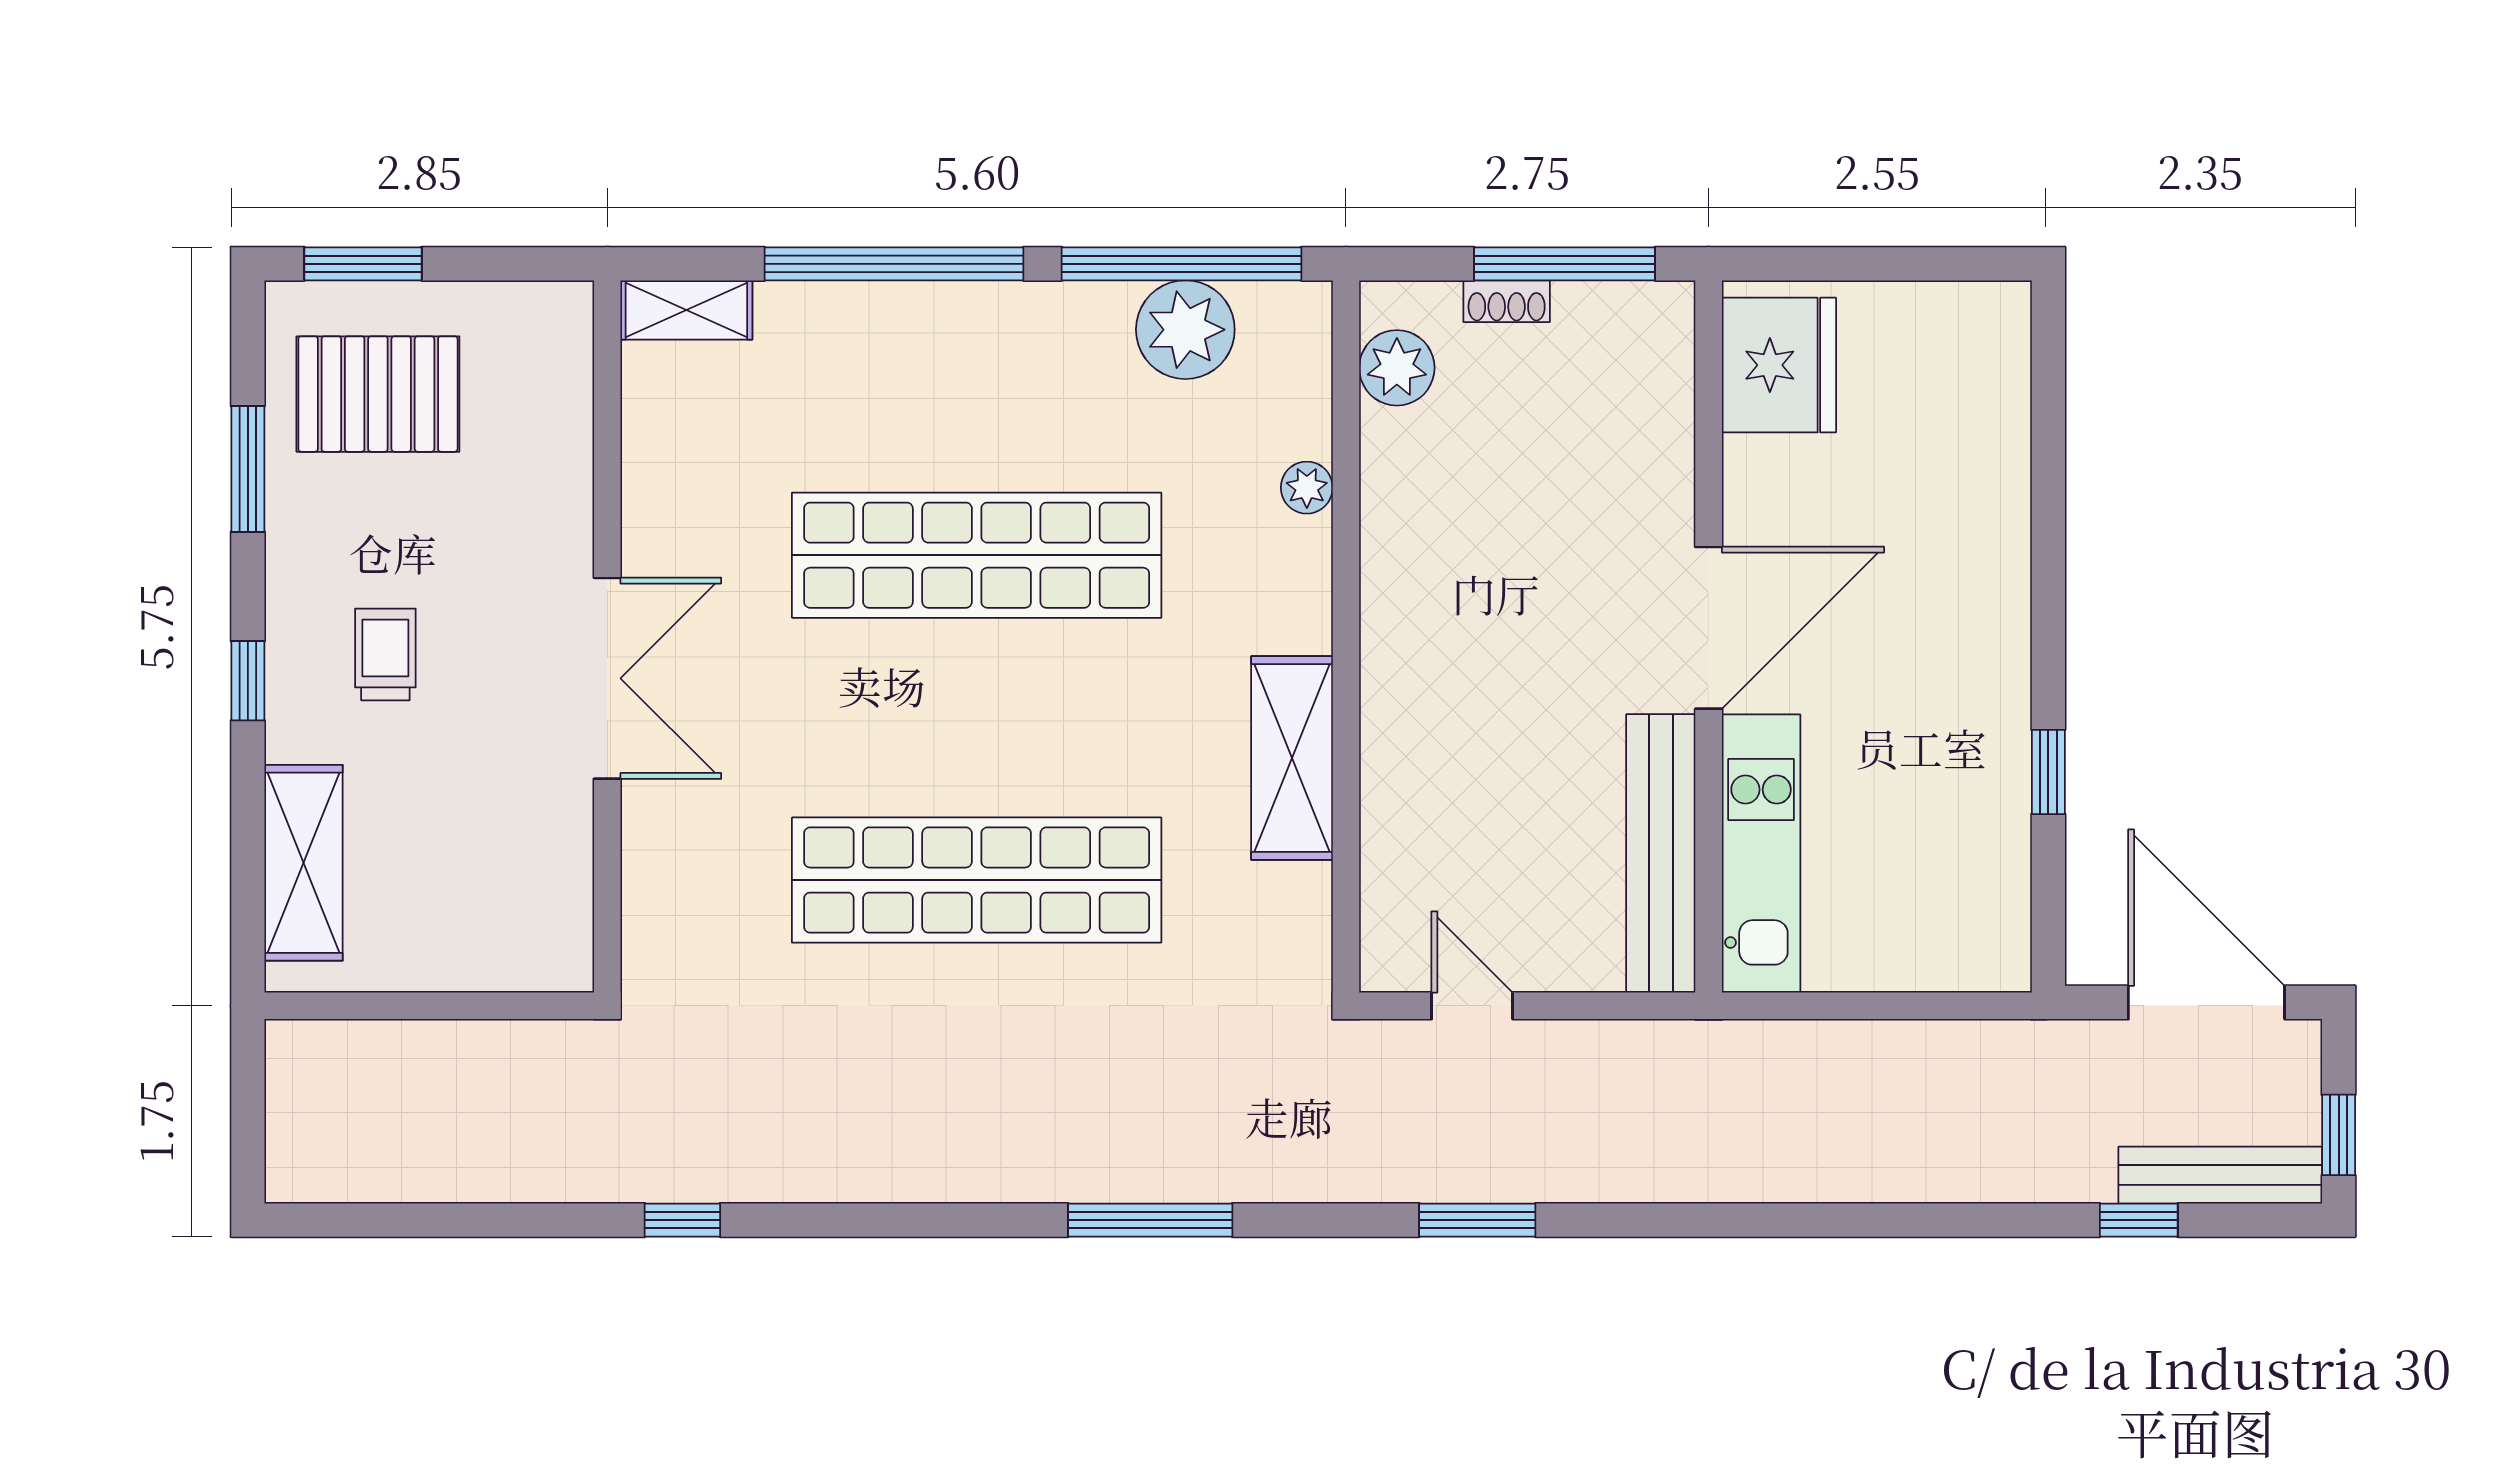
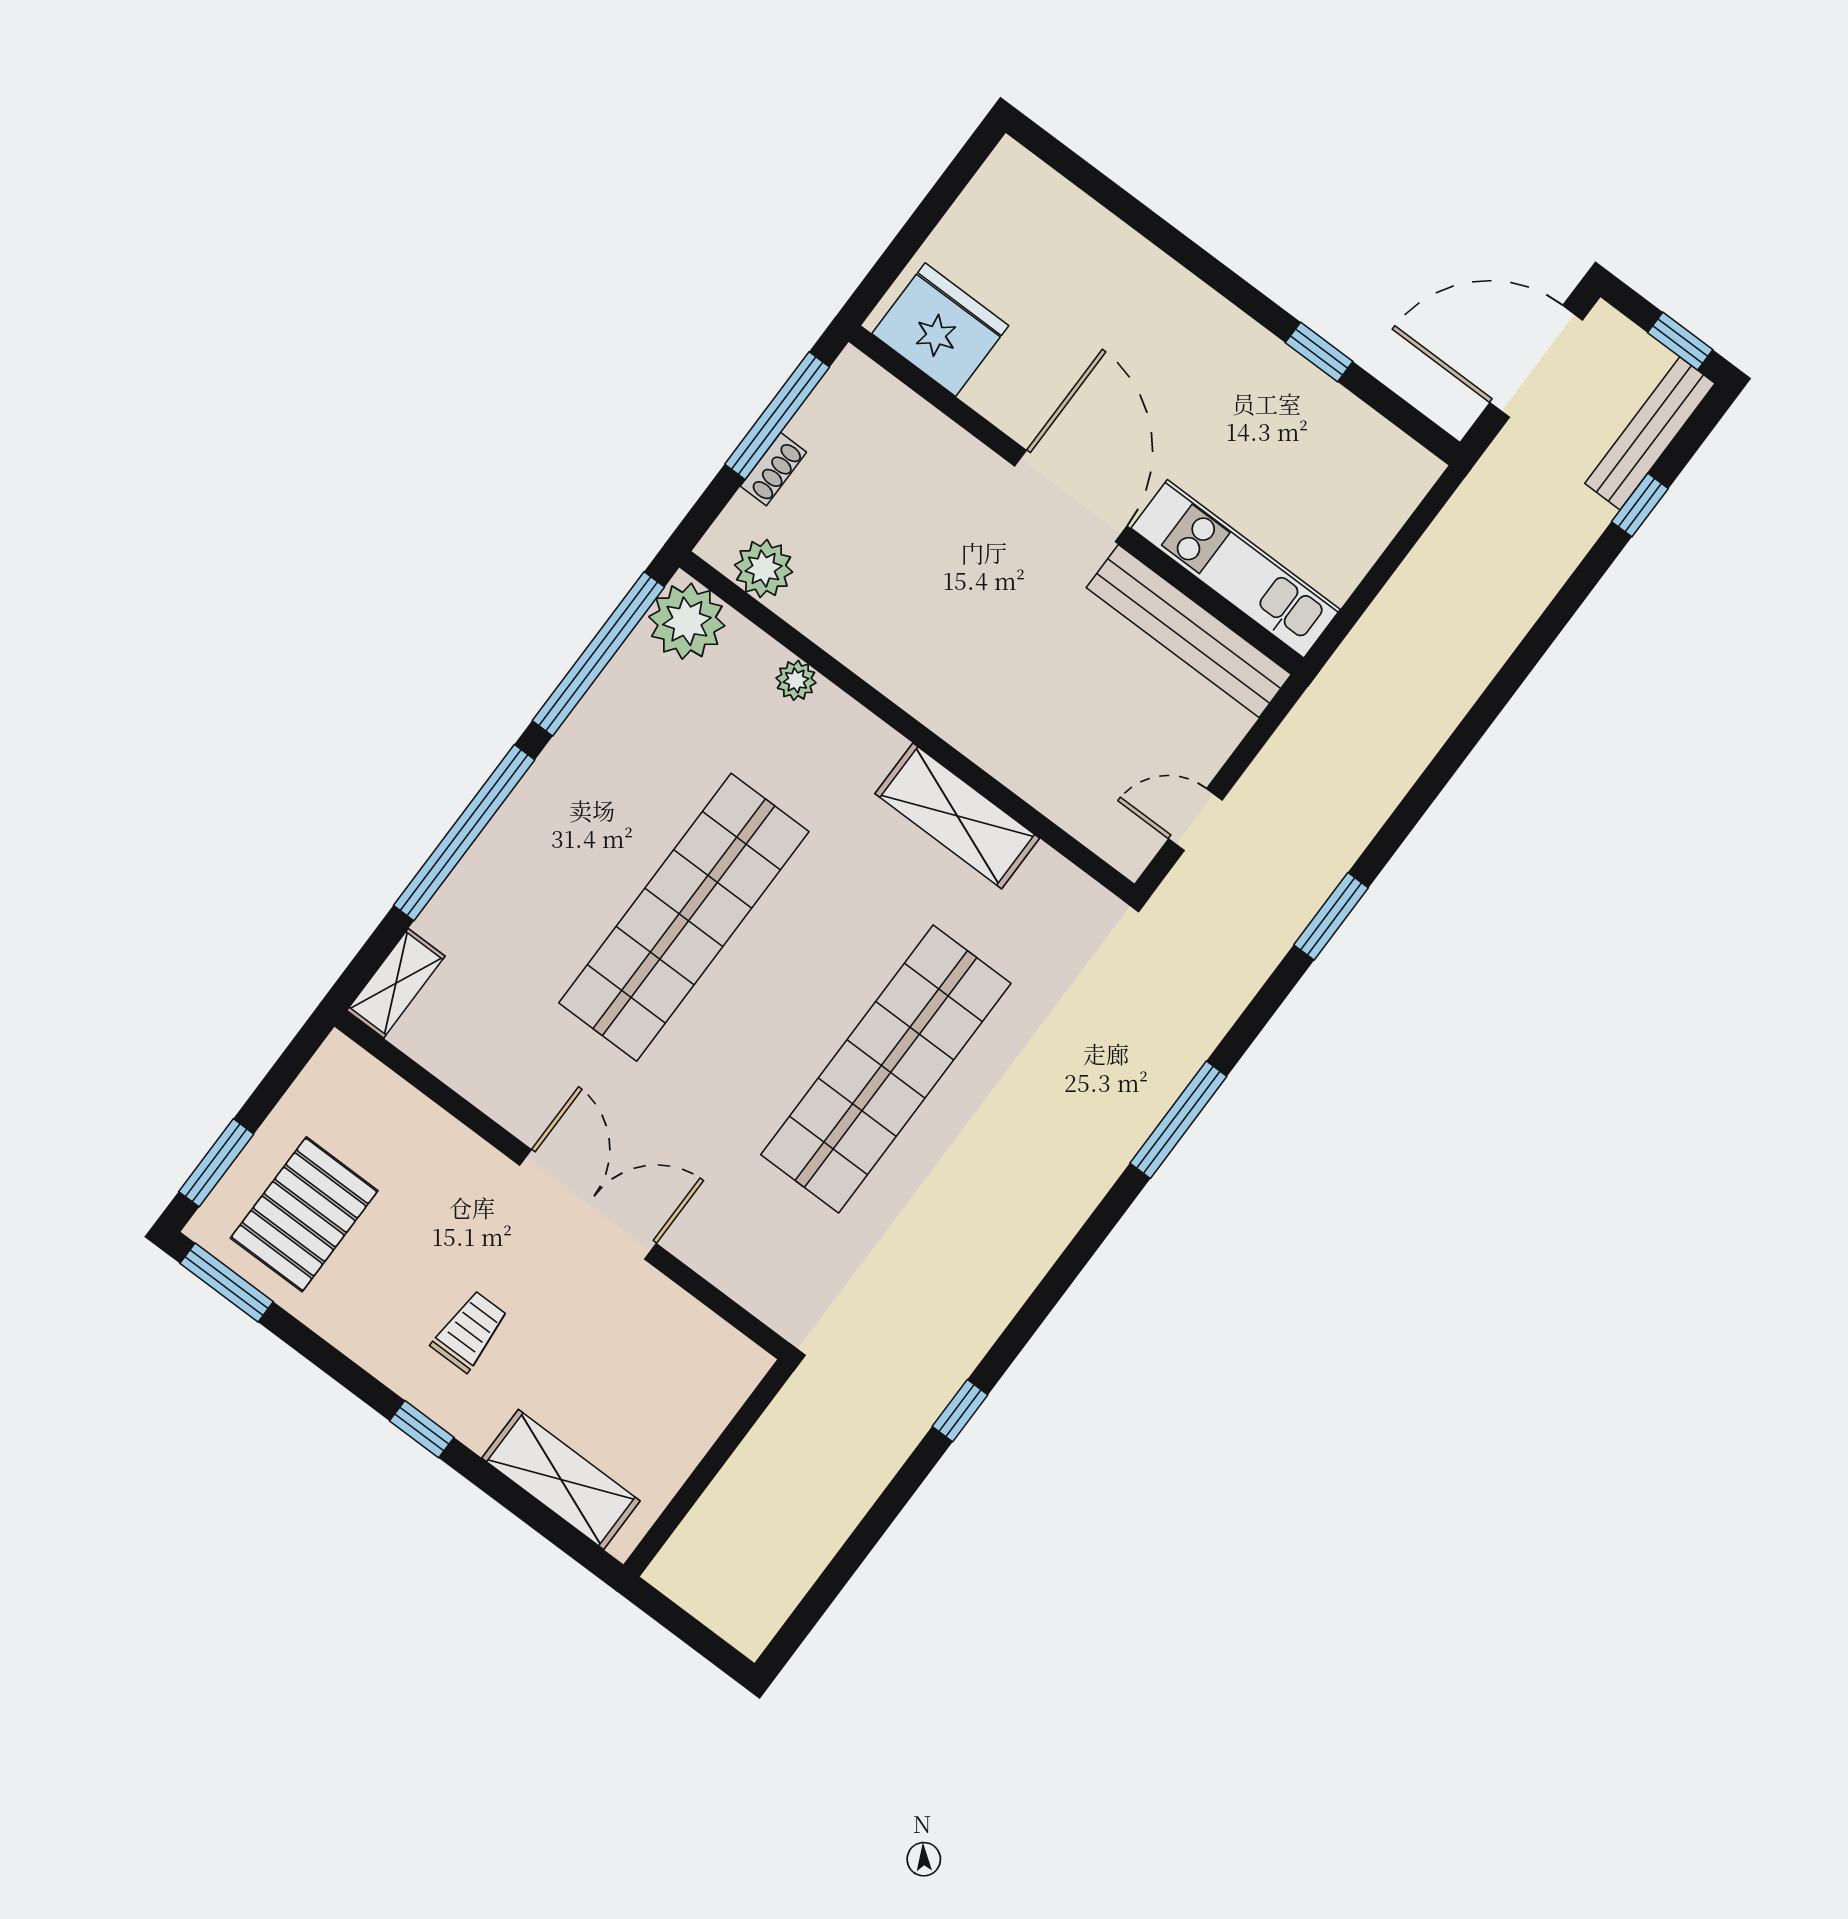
plant: (1185, 330) -> (687, 621), moved
window: (248, 469) -> (227, 1283), moved
trolley: (385, 654) -> (470, 1331), turned 90

